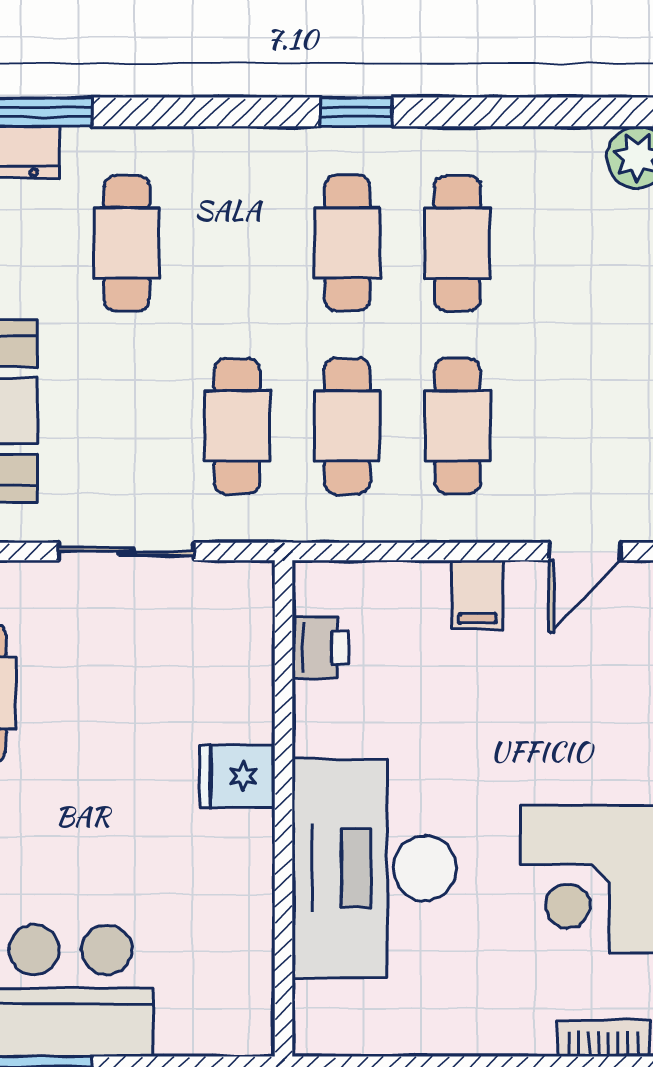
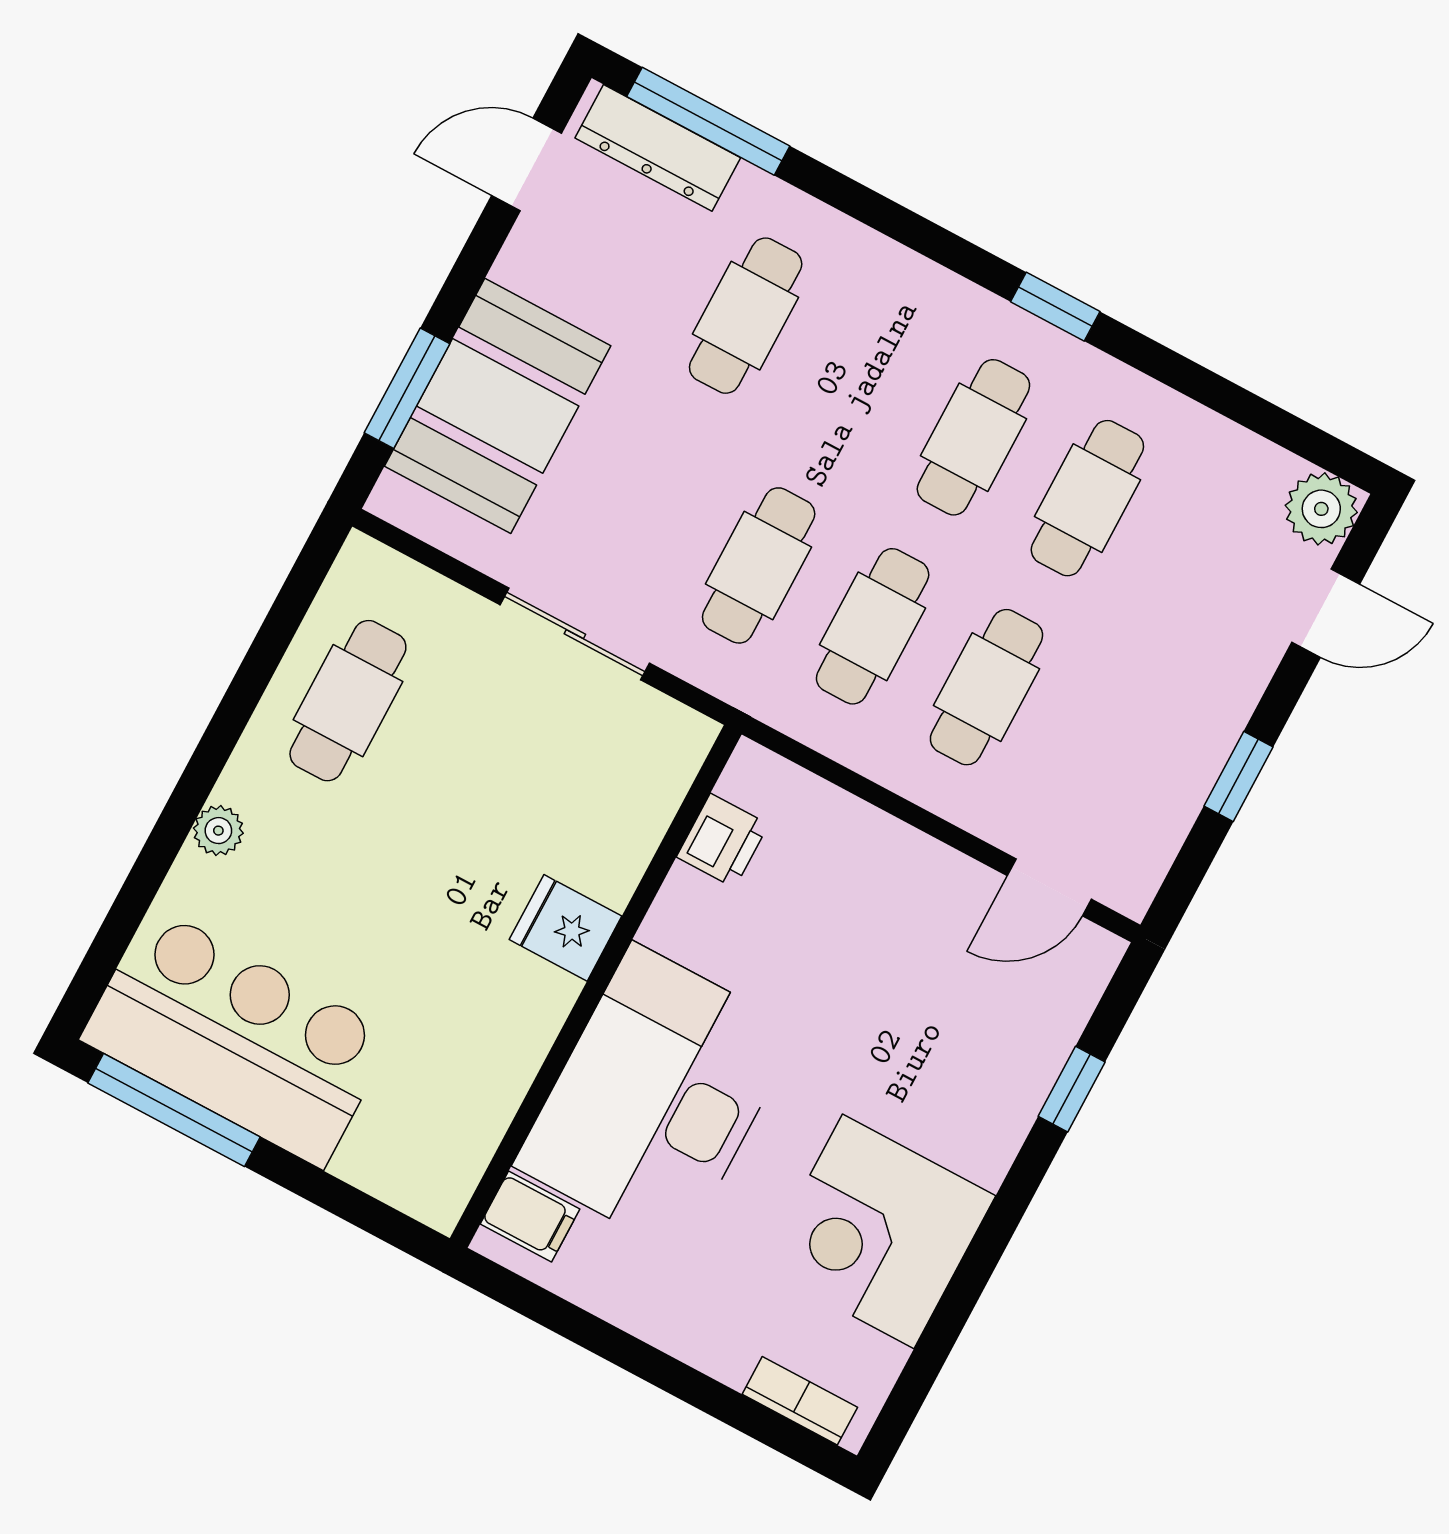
filing cabinet: (477, 594) -> (530, 1217), moved, turned -90

